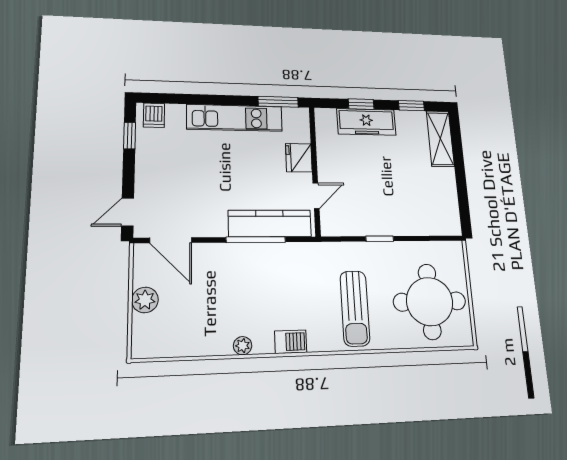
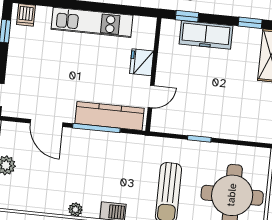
window: (278, 102) -> (131, 10), removed
window: (361, 104) -> (187, 16), moved
door: (171, 240) -> (46, 123), moved

